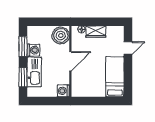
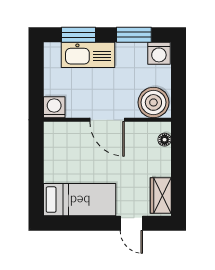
wardrobe: (96, 32) -> (161, 196), moved
washing machine: (33, 50) -> (159, 53), moved

